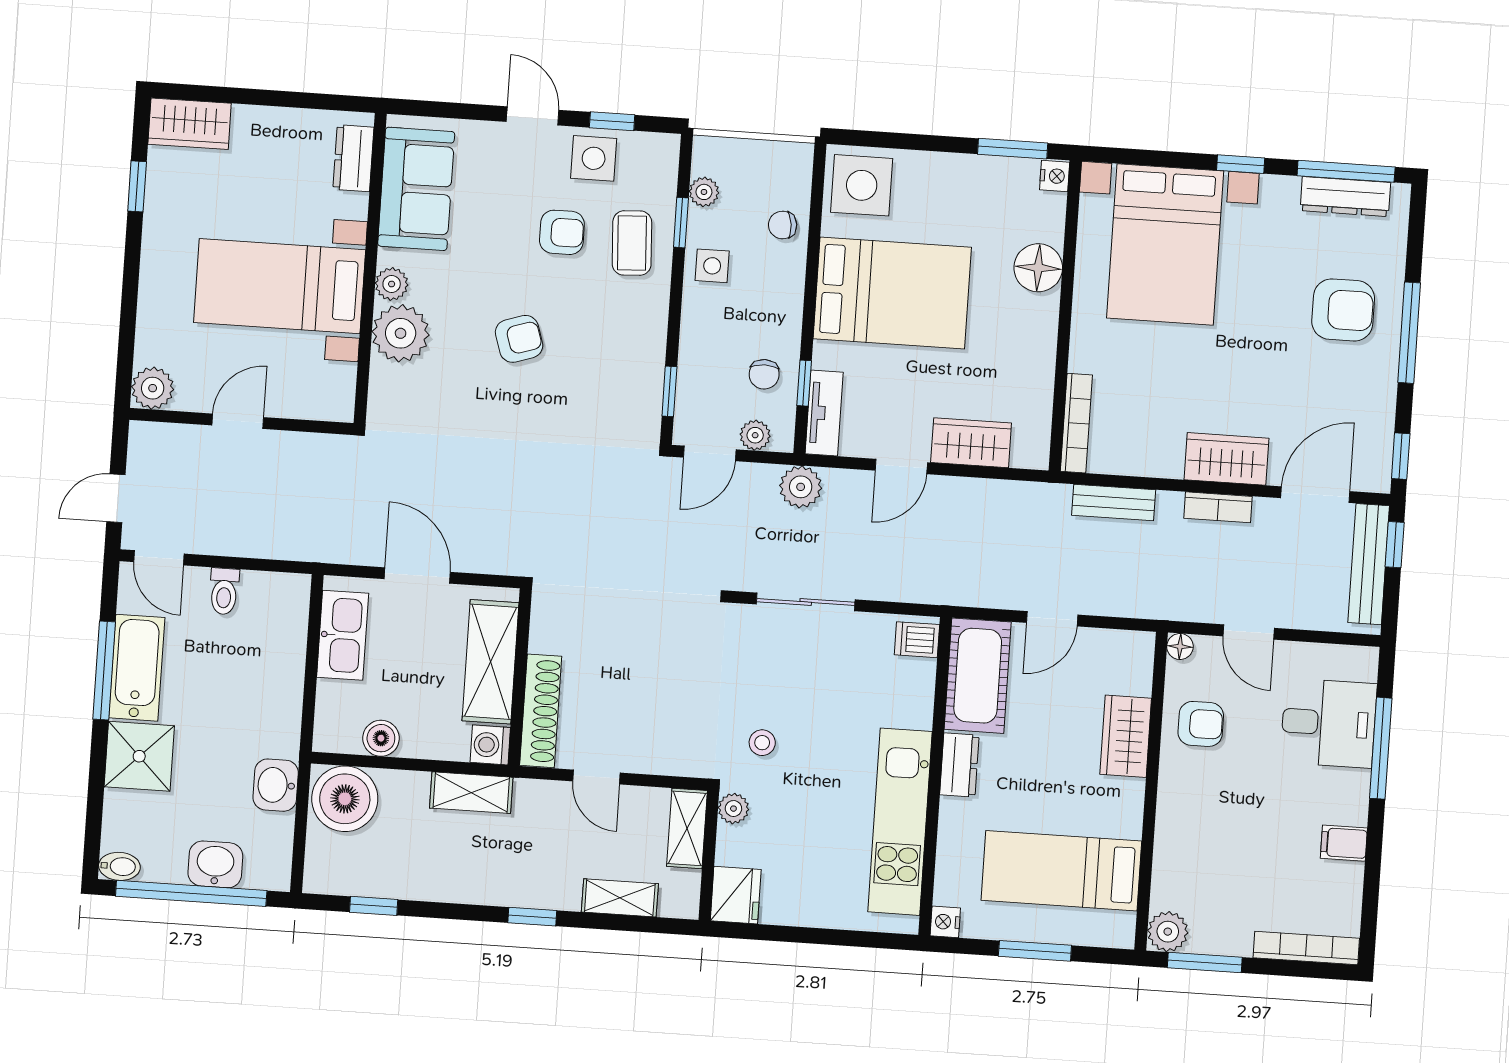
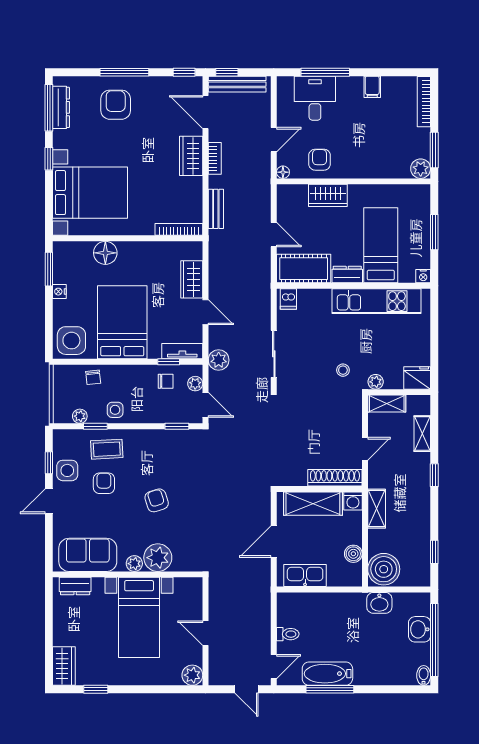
nightstand: (1055, 176) -> (59, 292), moved, turned -90
shower: (139, 756) -> (370, 670), removed
bed: (1061, 871) -> (381, 245), moved, turned 180

